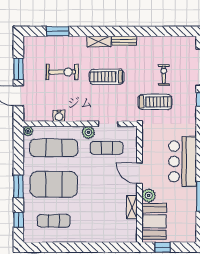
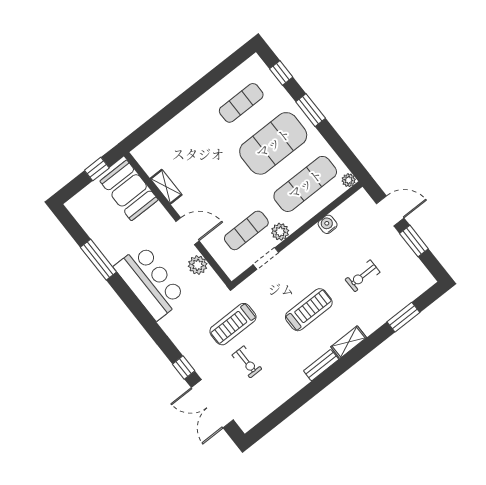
exercise bike: (62, 72) -> (363, 276), width x0.73, depth x0.72
plant: (149, 195) -> (198, 265), moved

